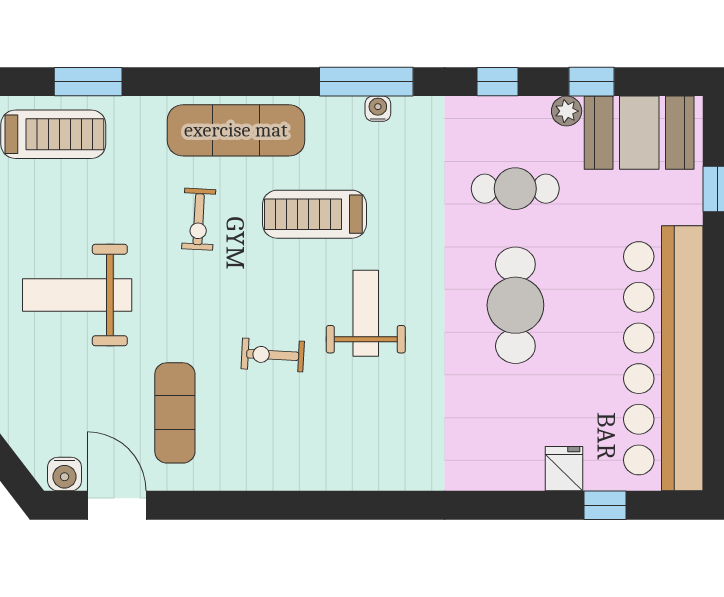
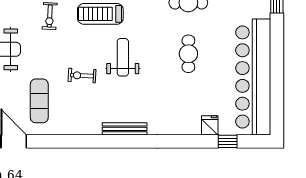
cafe table: (515, 305) -> (188, 54), width x0.73, depth x0.74
bench: (370, 477) -> (125, 129), added

